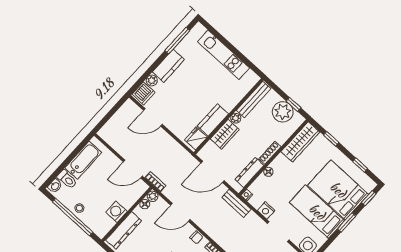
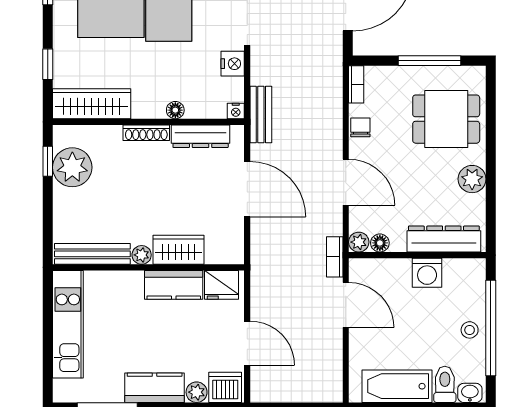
bench: (254, 99) -> (92, 254), moved
wall: (229, 116) -> (148, 267), moved
plant: (236, 118) -> (142, 255), moved
kitchen counter: (213, 120) -> (174, 285), moved
wardrobe: (225, 134) -> (178, 250), moved
fridge: (196, 138) -> (222, 285), moved

